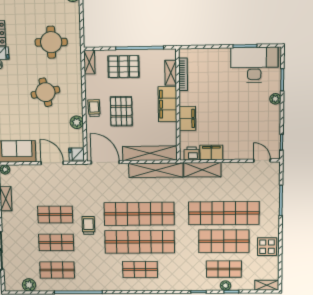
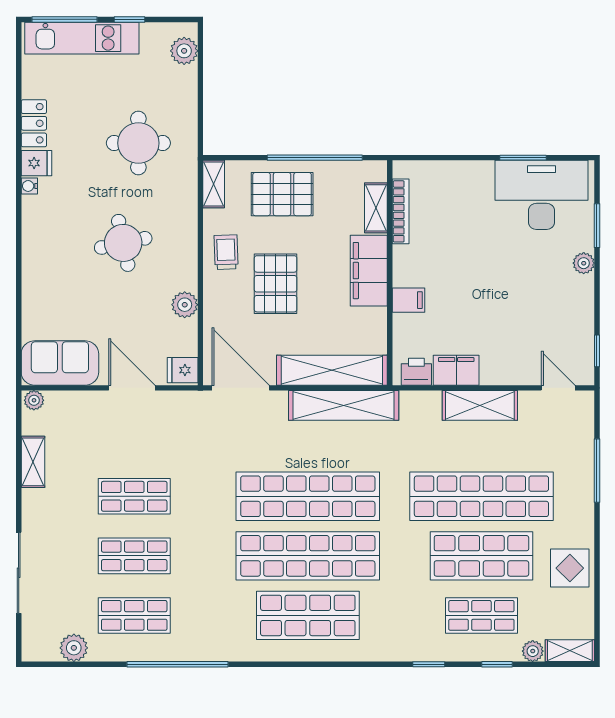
trolley: (94, 108) -> (226, 252), moved
filing cabinet: (187, 118) -> (409, 300), width x0.50
shelving: (202, 170) -> (480, 405), moved
trolley: (88, 225) -> (203, 520), removed
shop shelf: (140, 270) -> (308, 615), width x1.43, depth x1.36
plant: (225, 286) -> (533, 651), moved

